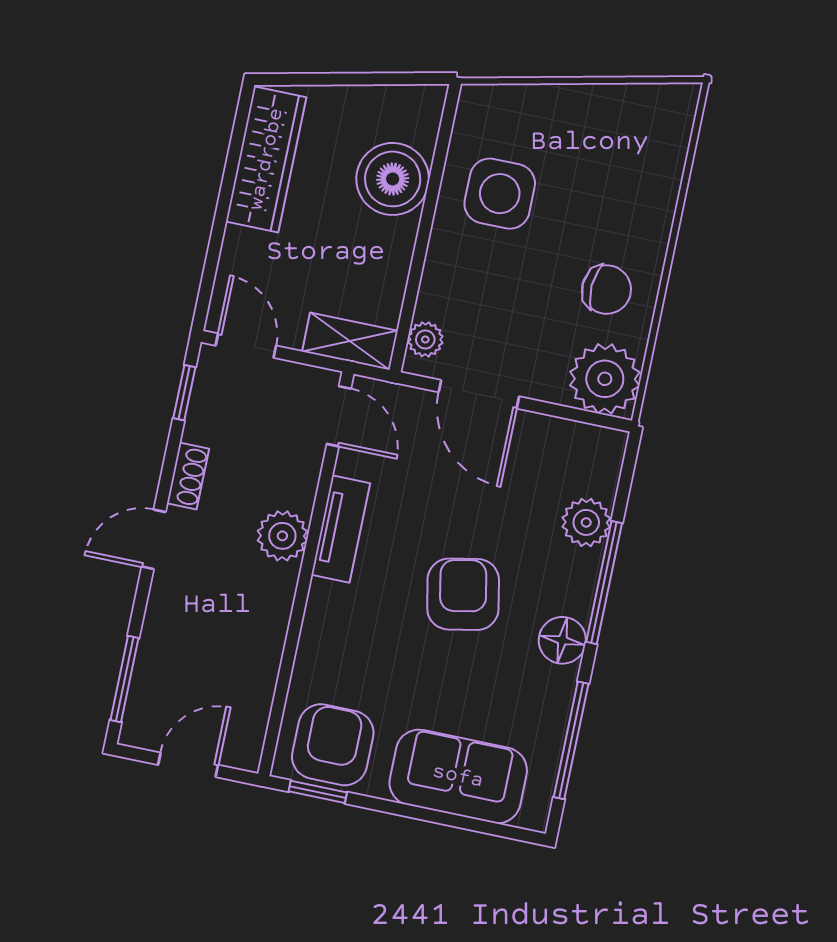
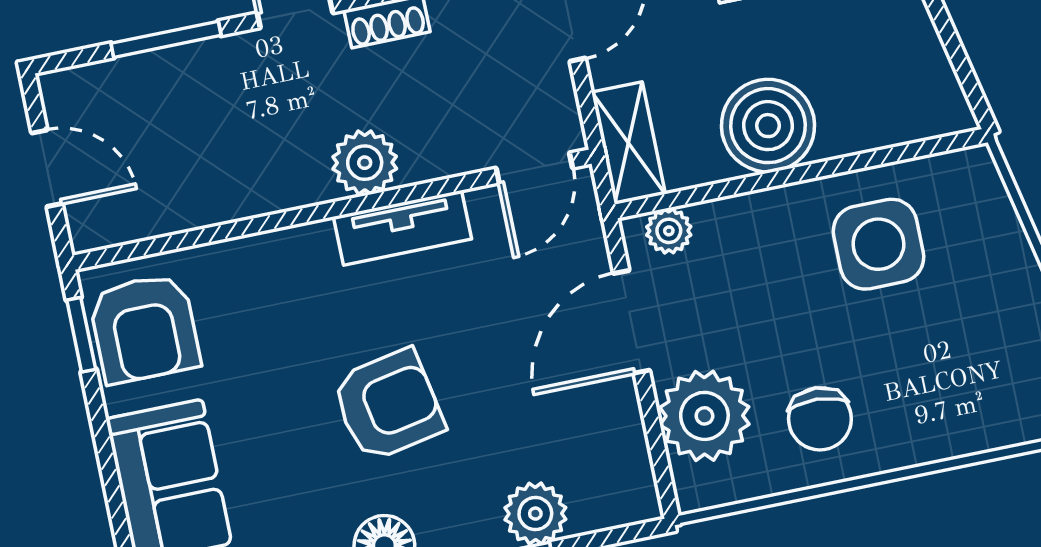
boiler: (393, 179) -> (768, 126), moved
plant: (605, 379) -> (704, 416), moved
window: (125, 679) -> (166, 39), moved
armchair: (333, 745) -> (144, 328), turned 90

